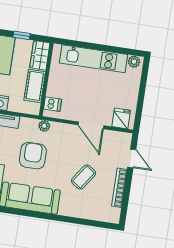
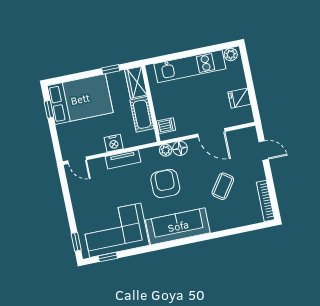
fridge: (121, 118) -> (239, 98), moved, turned -90
floor lamp: (58, 129) -> (180, 148), added
bookcase: (119, 188) -> (265, 201), moved

